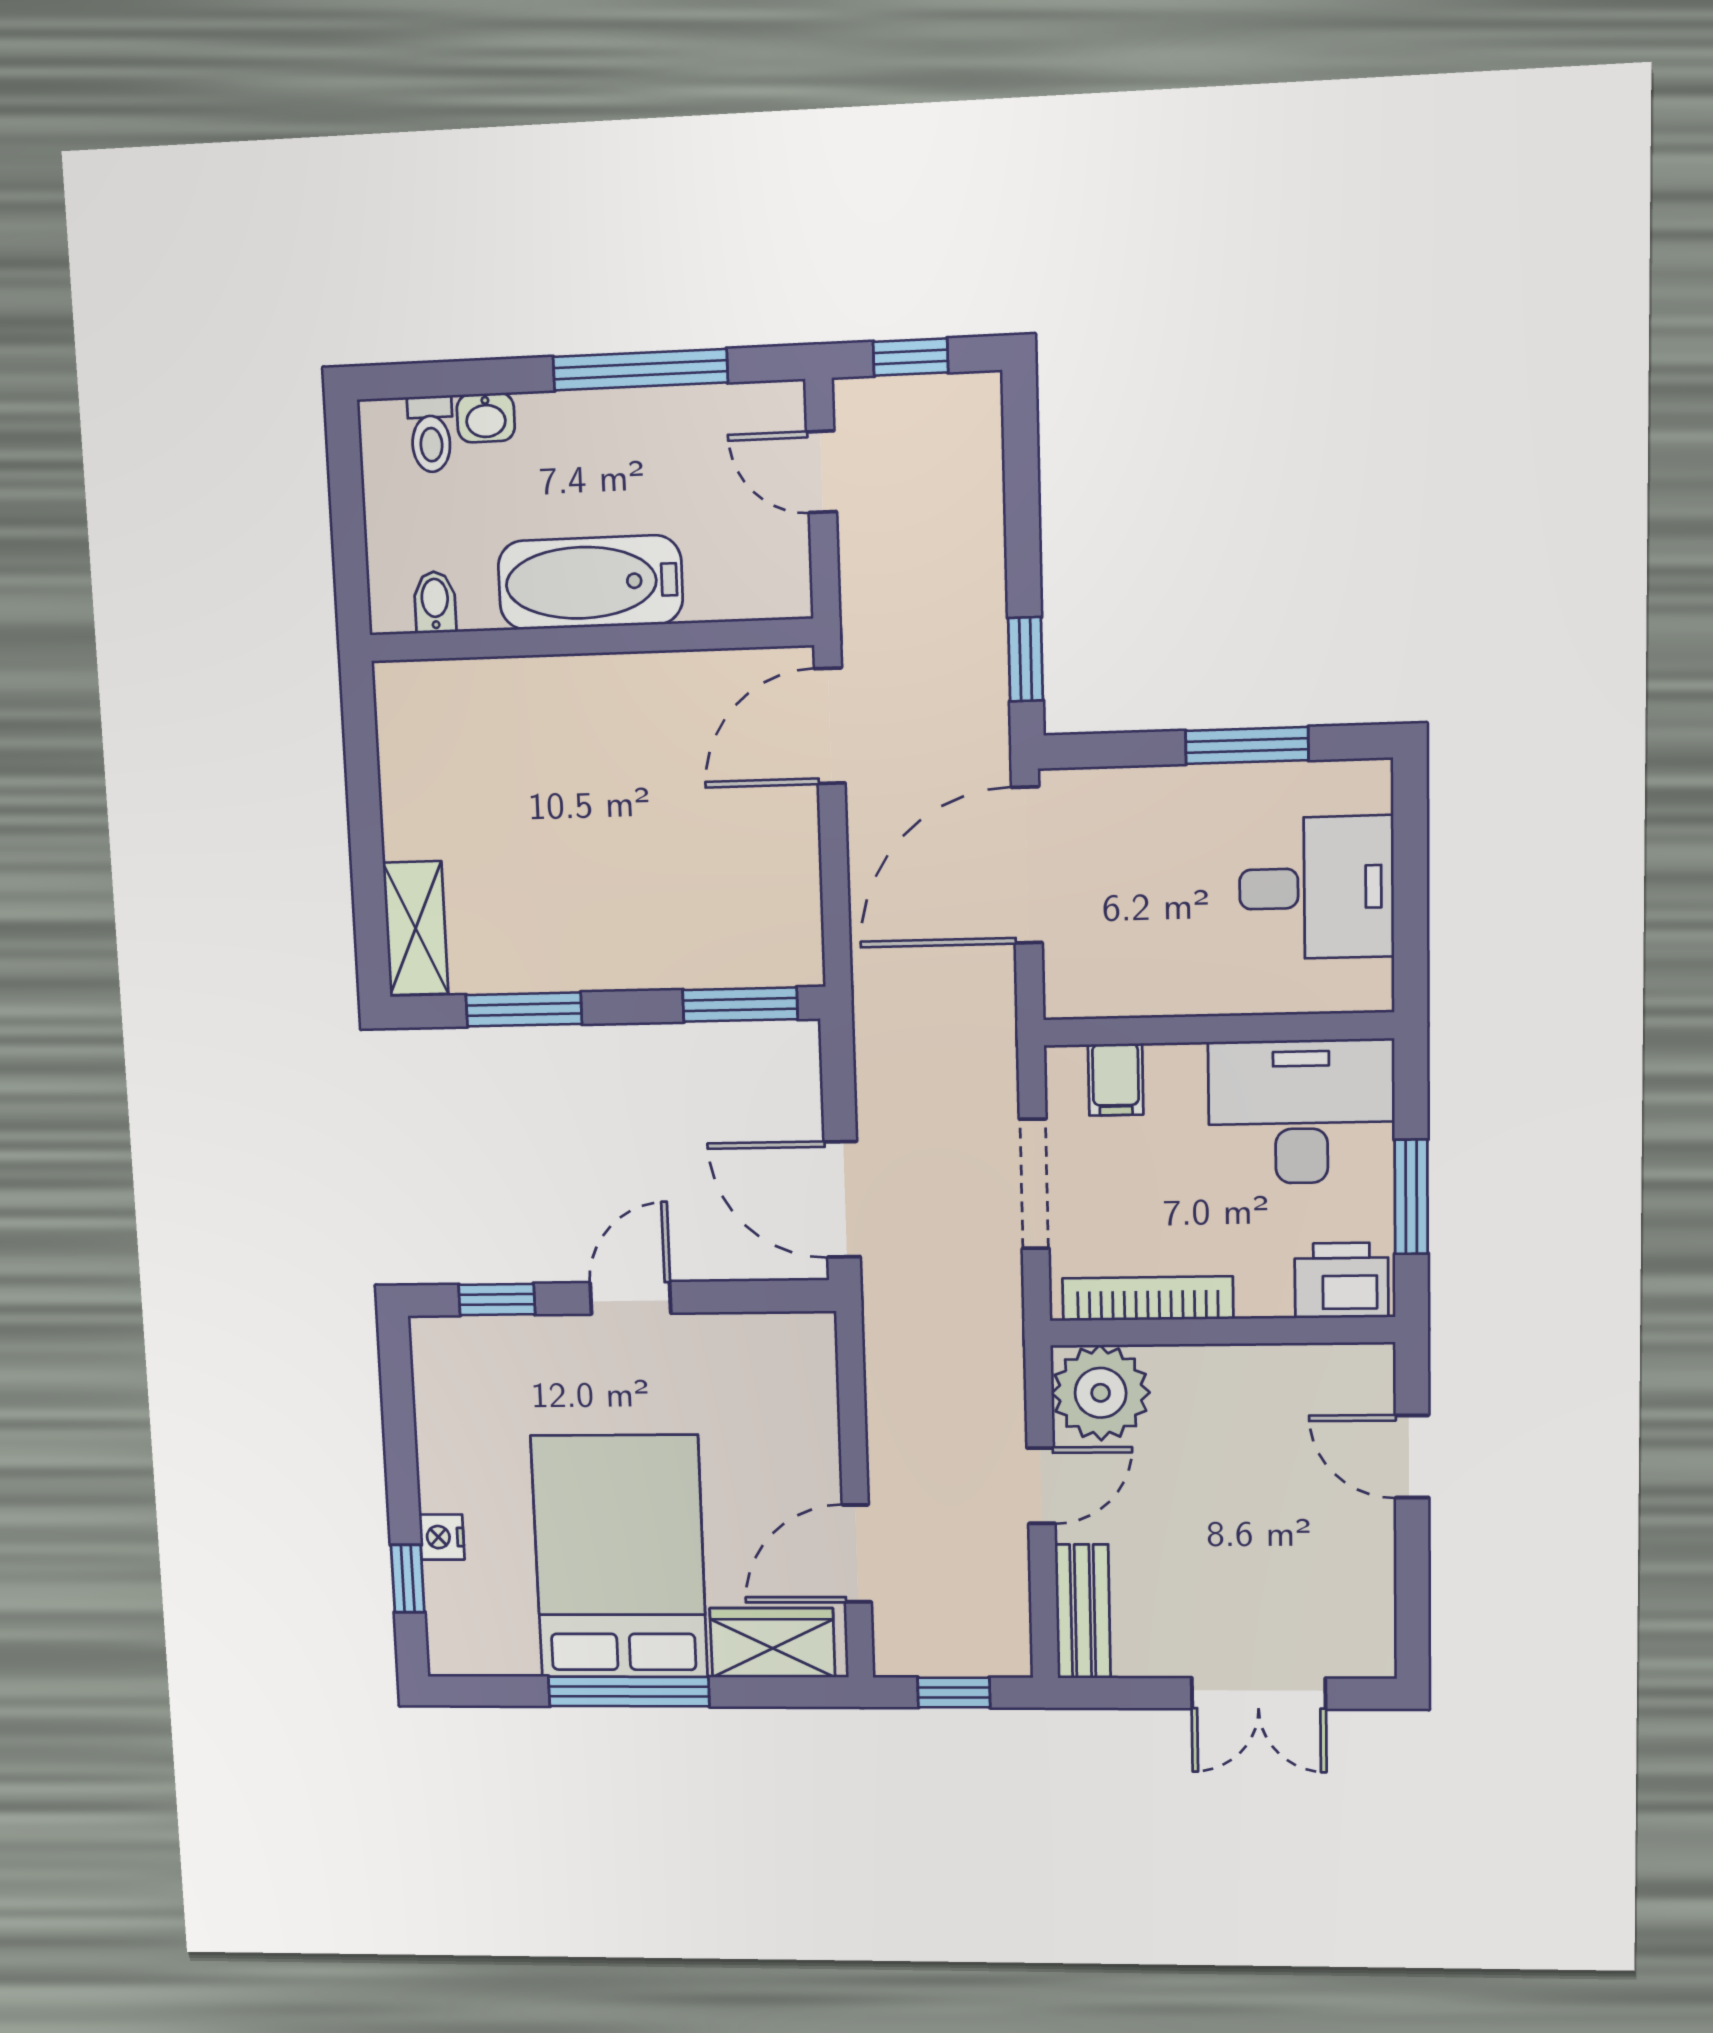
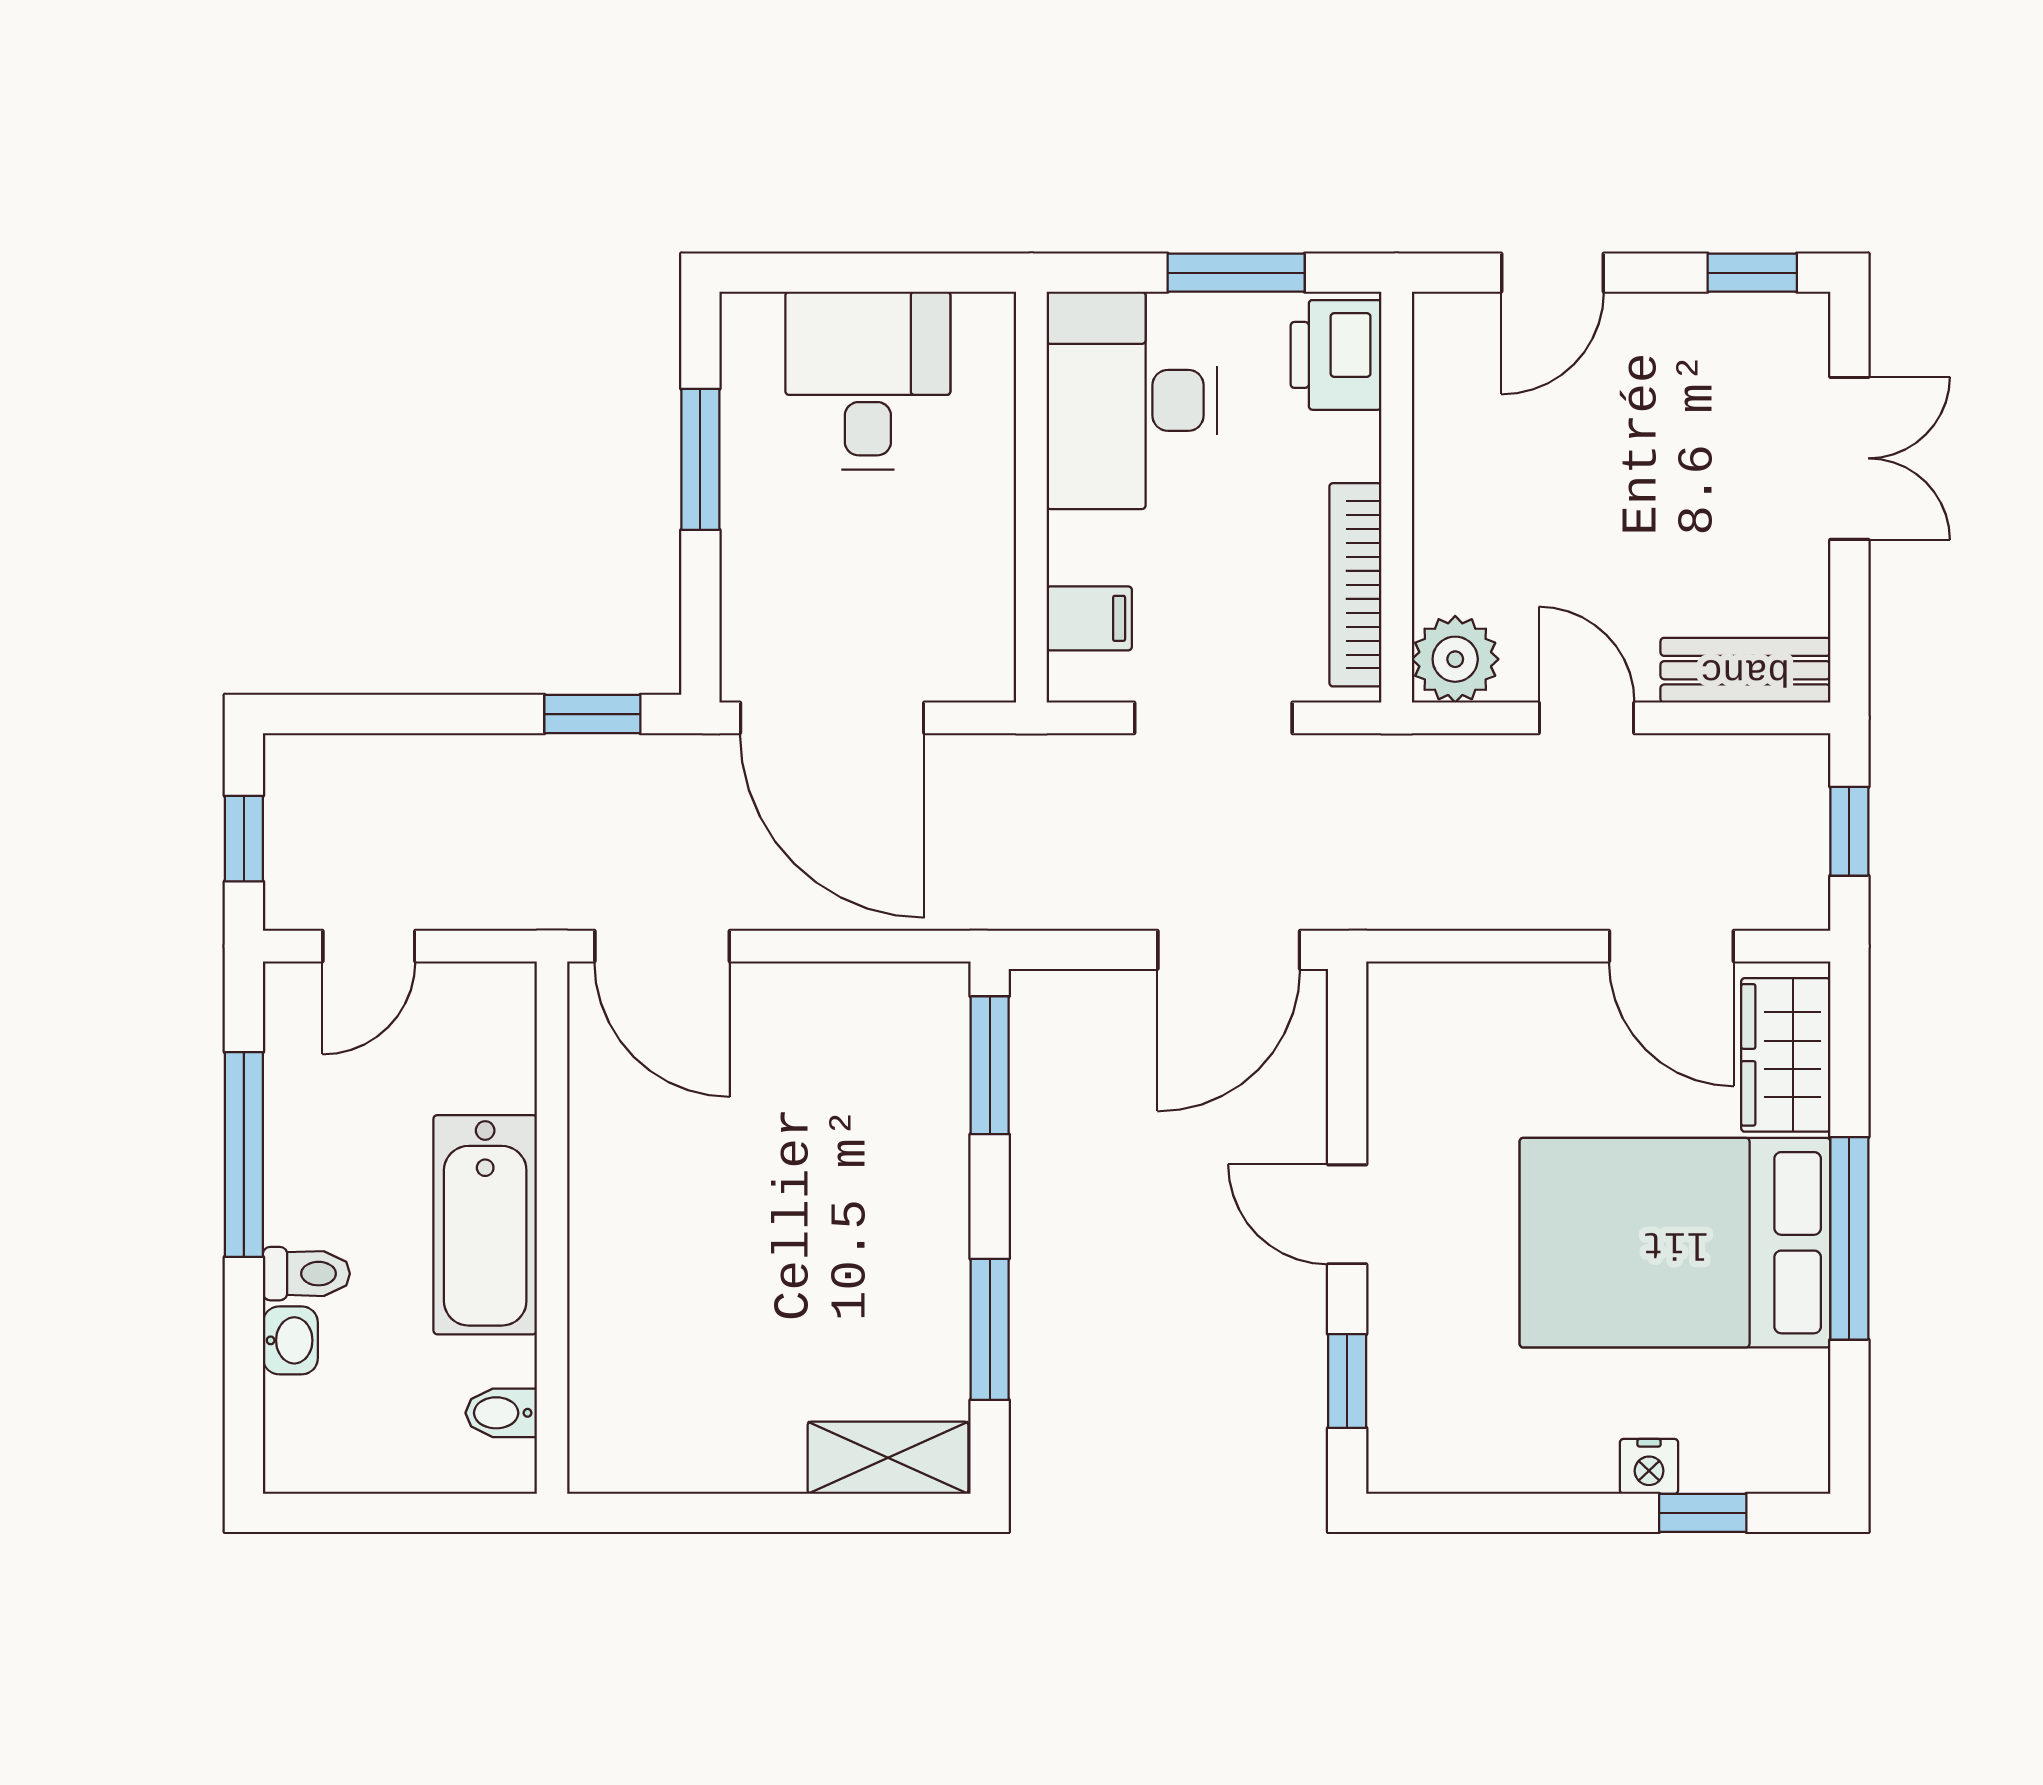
toilet: (431, 434) -> (306, 1274), moved
plant: (1101, 1393) -> (1455, 659), width x0.73, depth x0.73
window: (1413, 1617) -> (1752, 273), added

